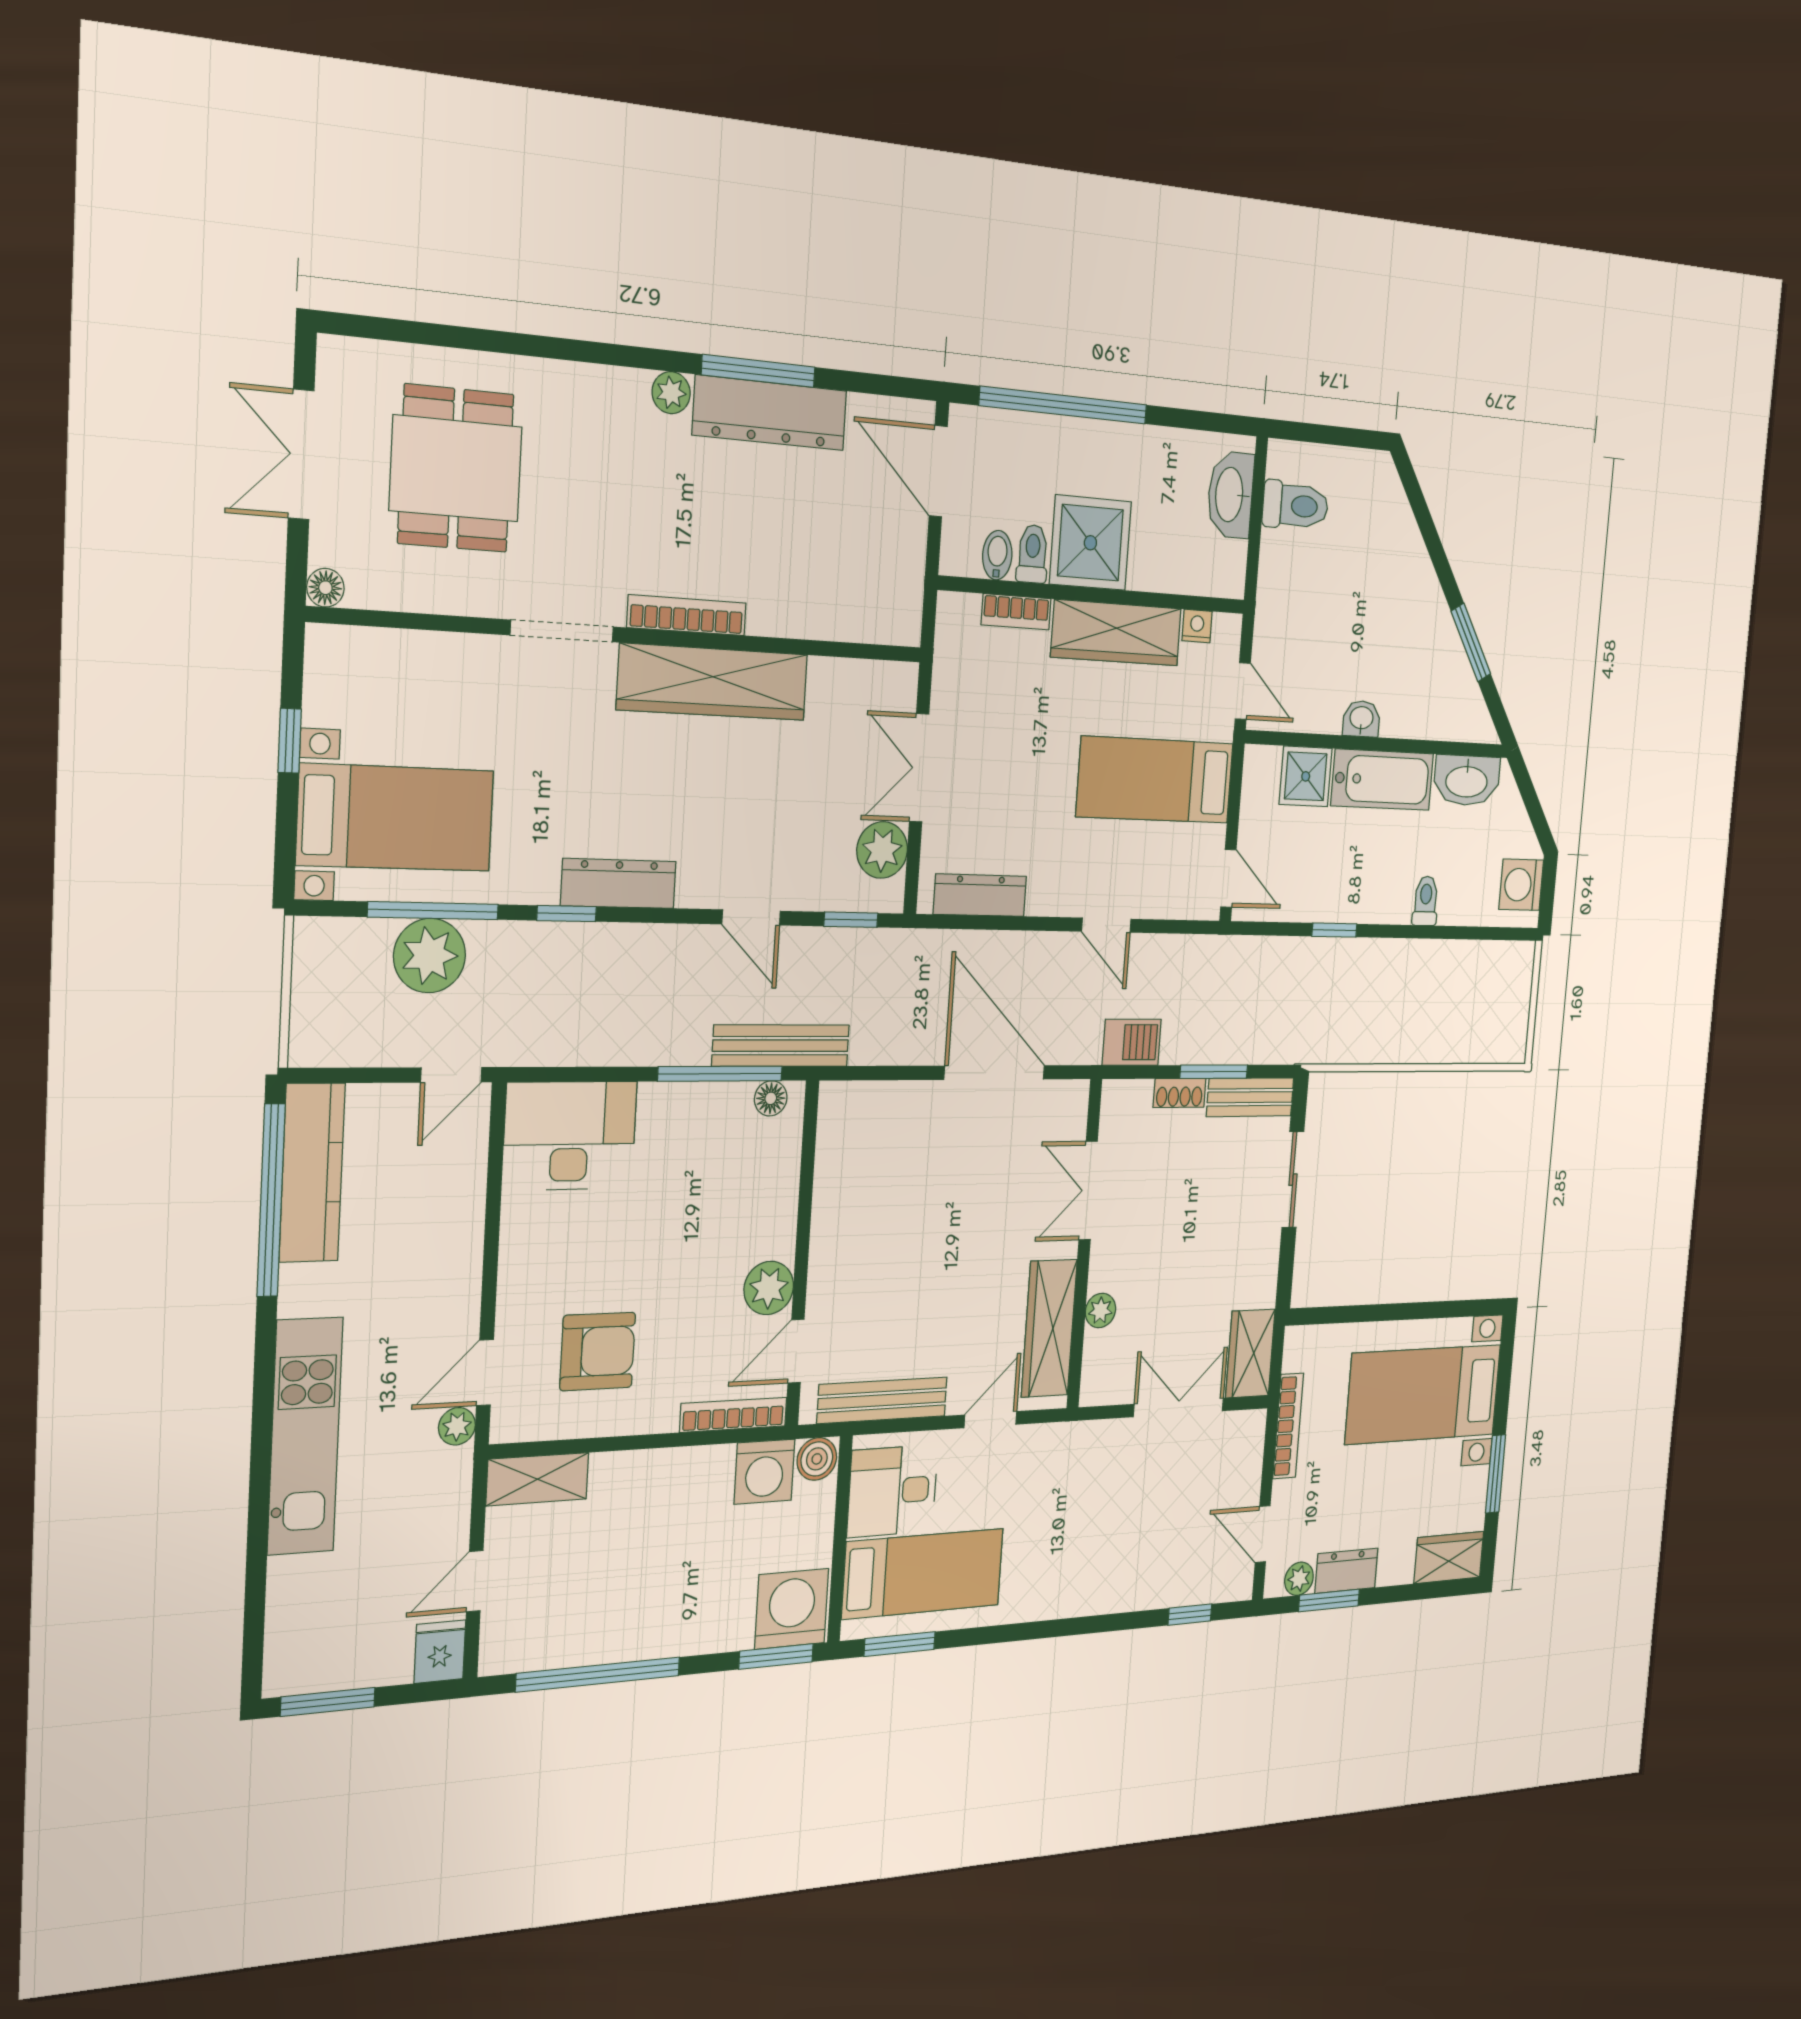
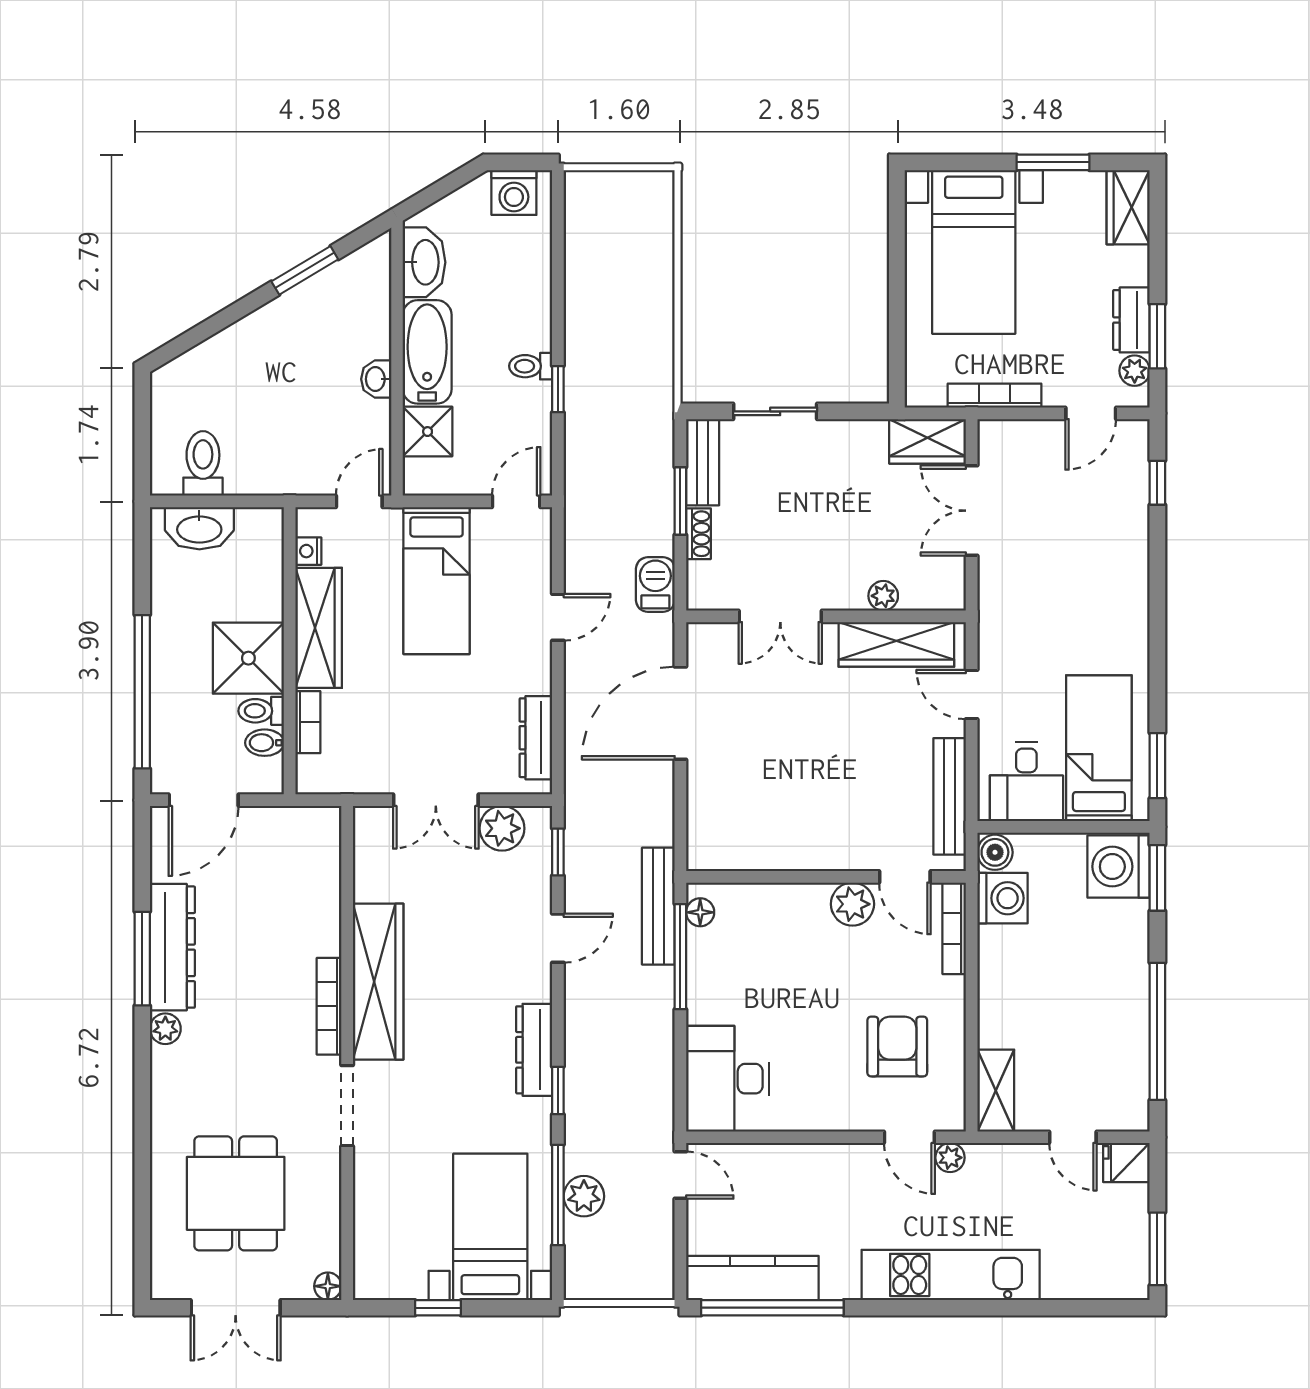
dining table: (456, 469) -> (236, 1193), turned 90
toilet: (1426, 901) -> (531, 366), moved
plant: (430, 956) -> (584, 1196), width x0.73, depth x0.73

